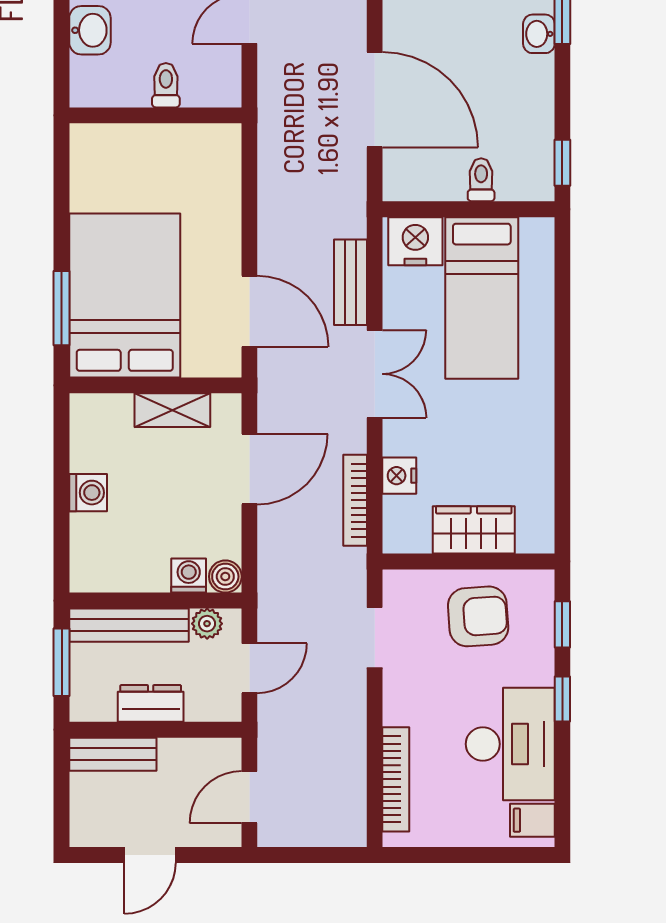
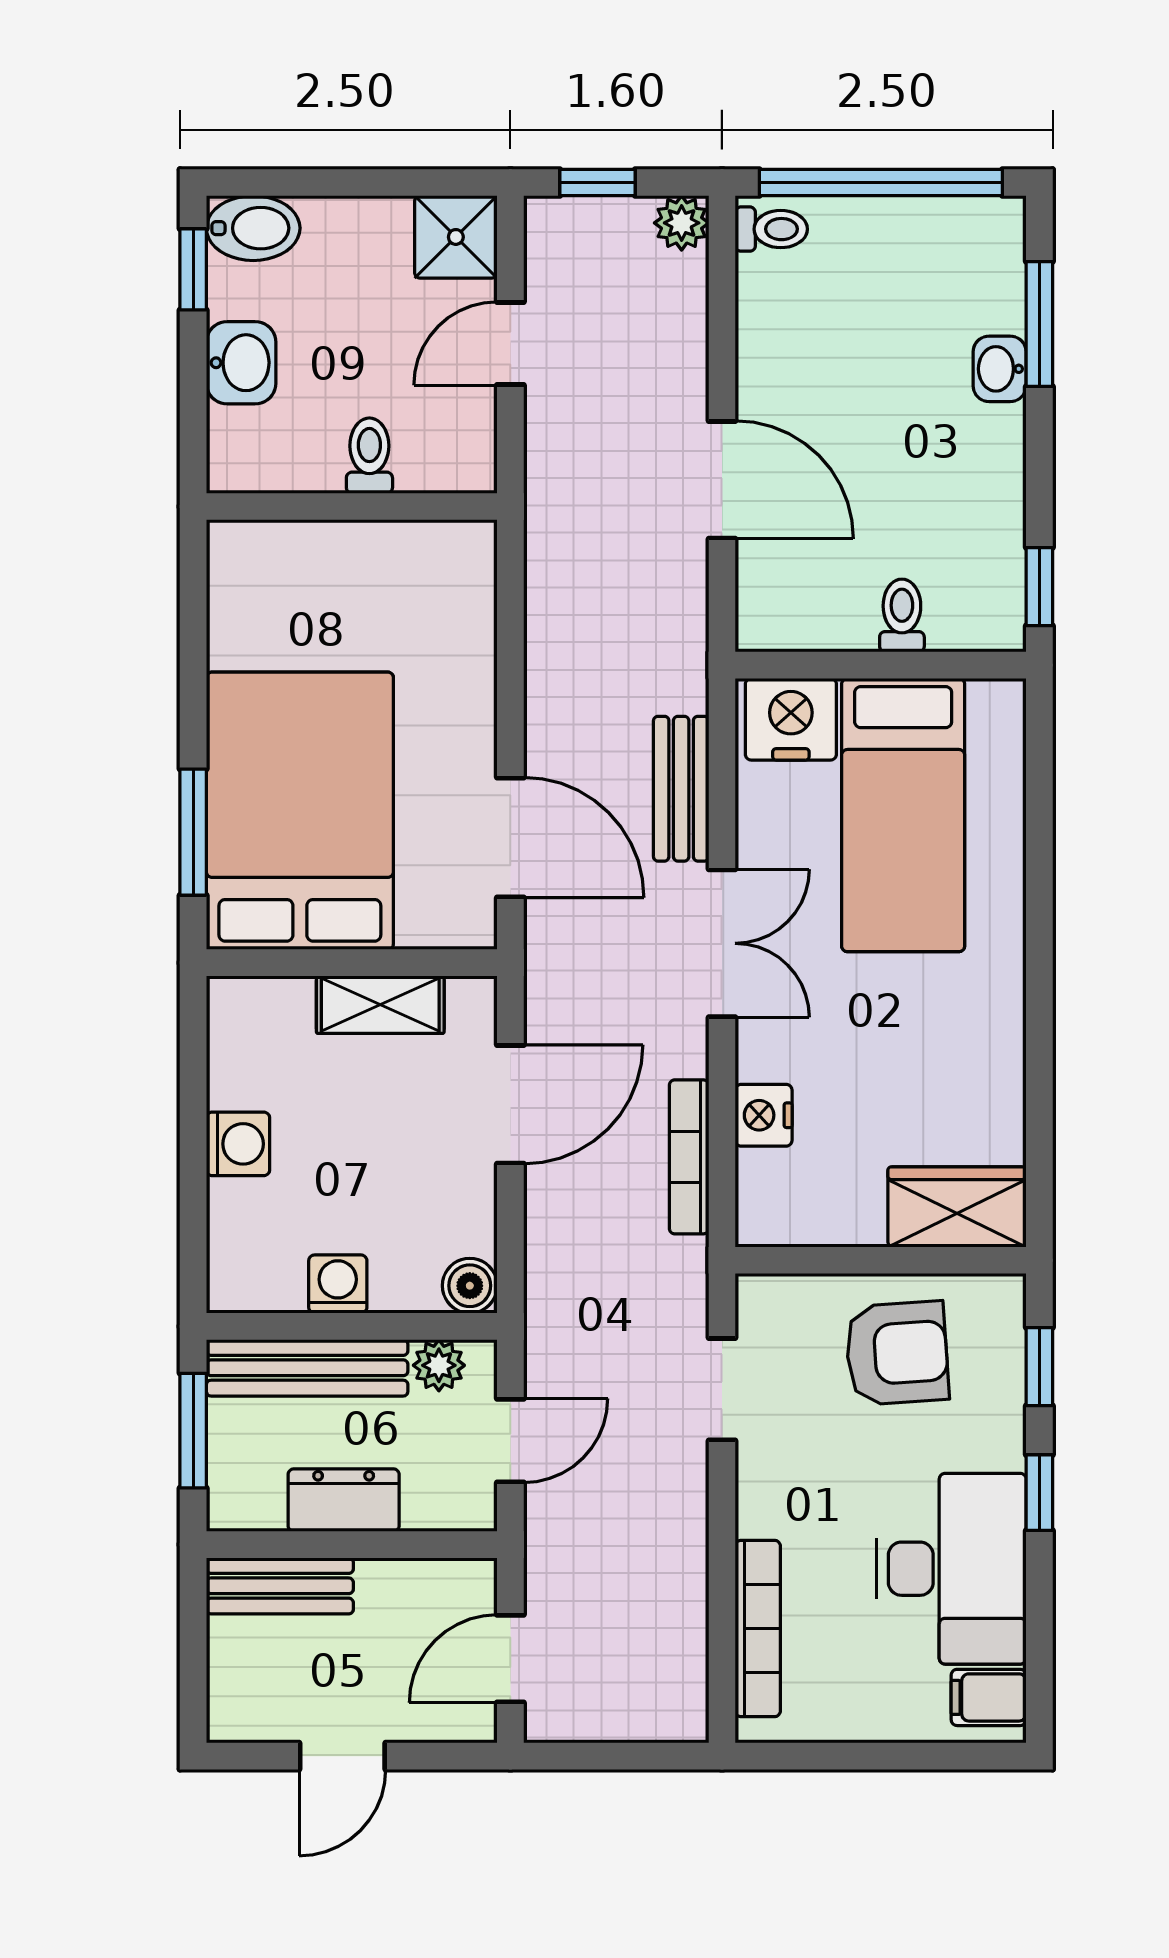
door: (375, 100) -> (722, 480), width x0.73
wardrobe: (474, 530) -> (957, 1207), moved
washing machine: (189, 576) -> (338, 1284), moved

